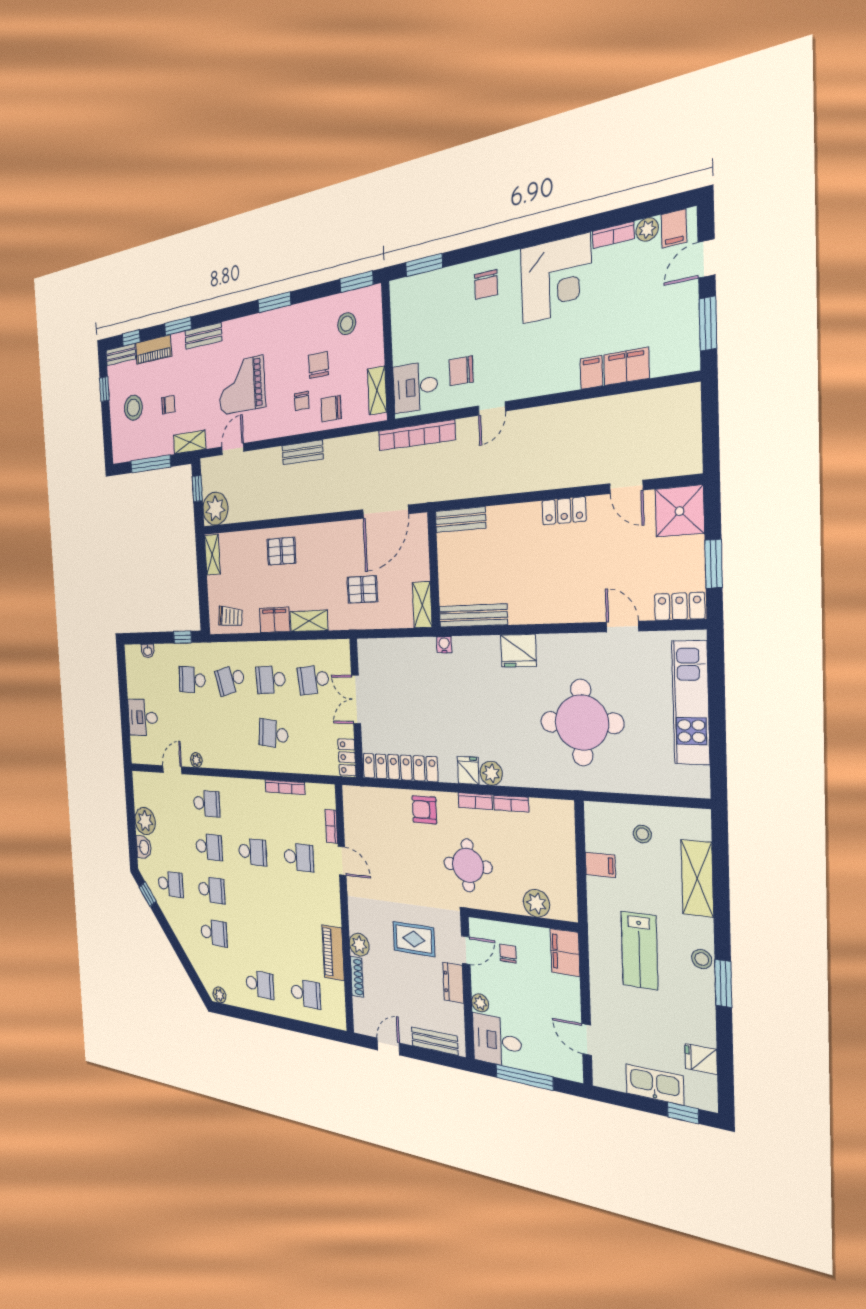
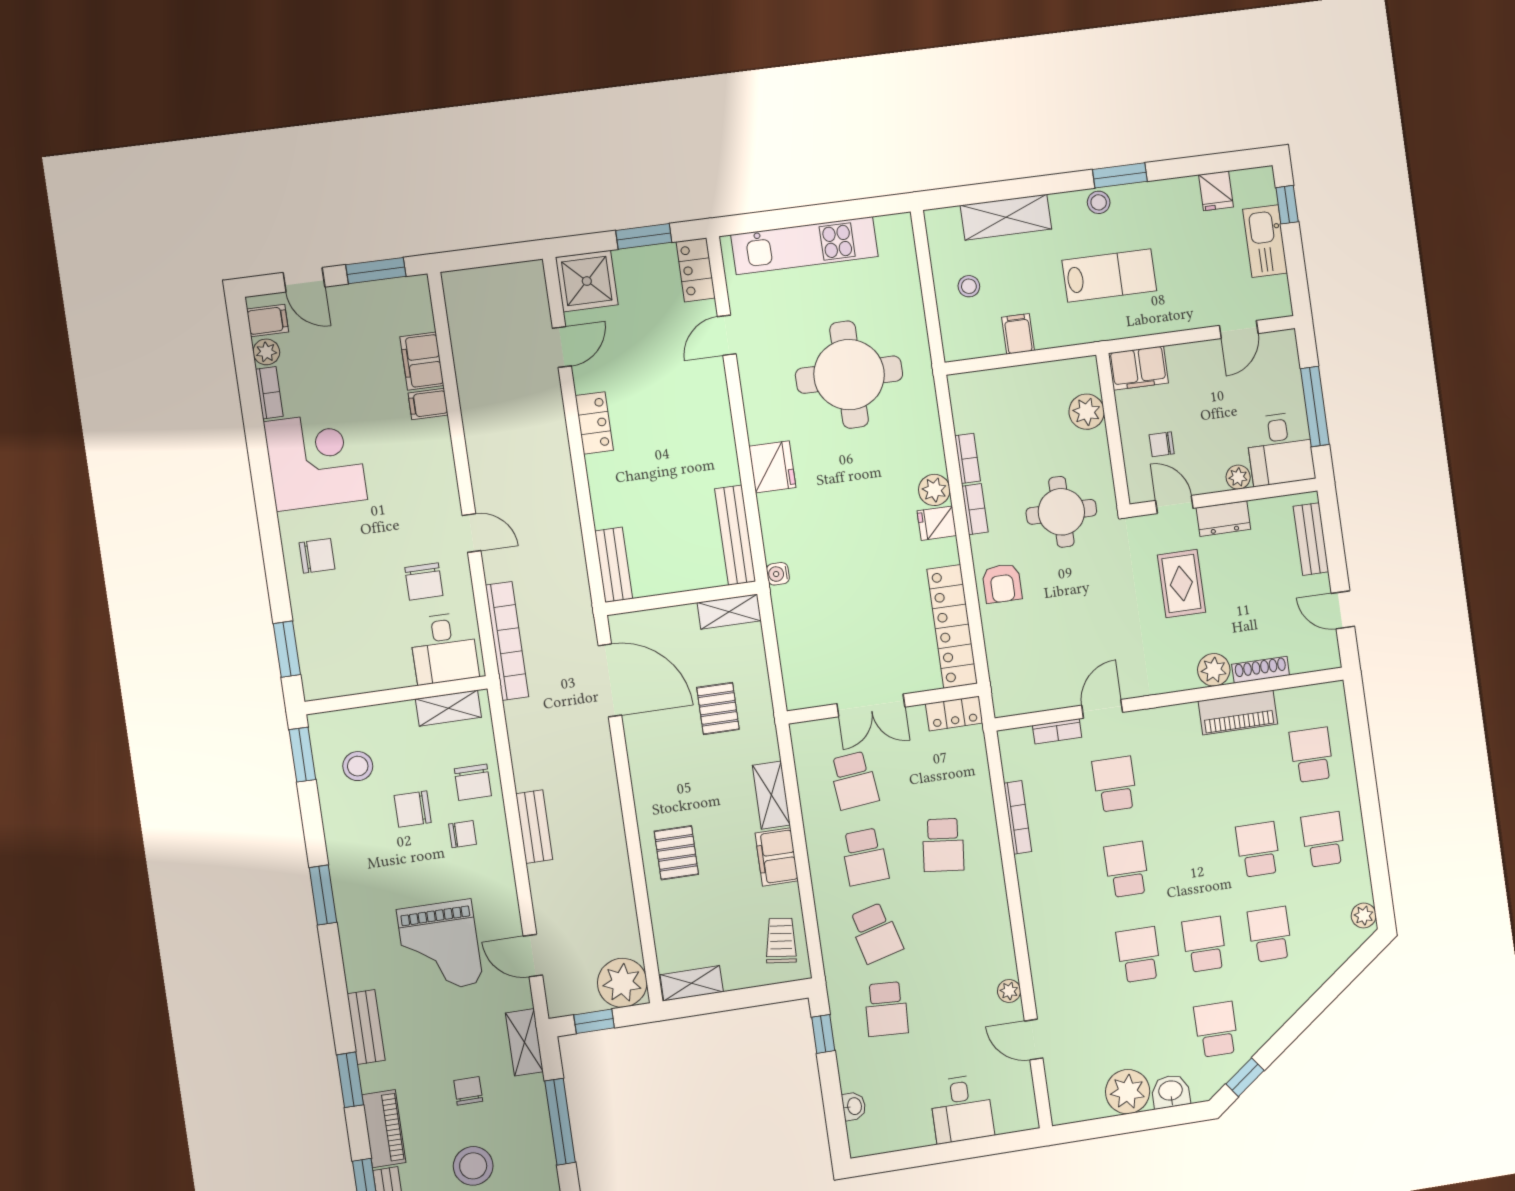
school desk: (207, 804) -> (1258, 849), moved

